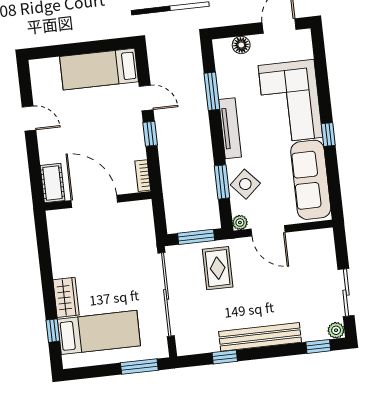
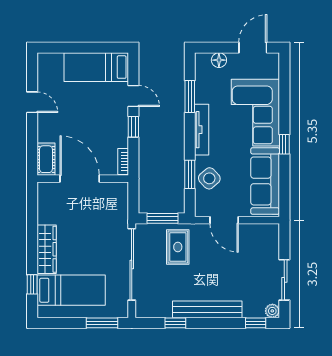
plant: (240, 223) -> (201, 210), removed
wardrobe: (66, 297) -> (47, 249), width x1.50

